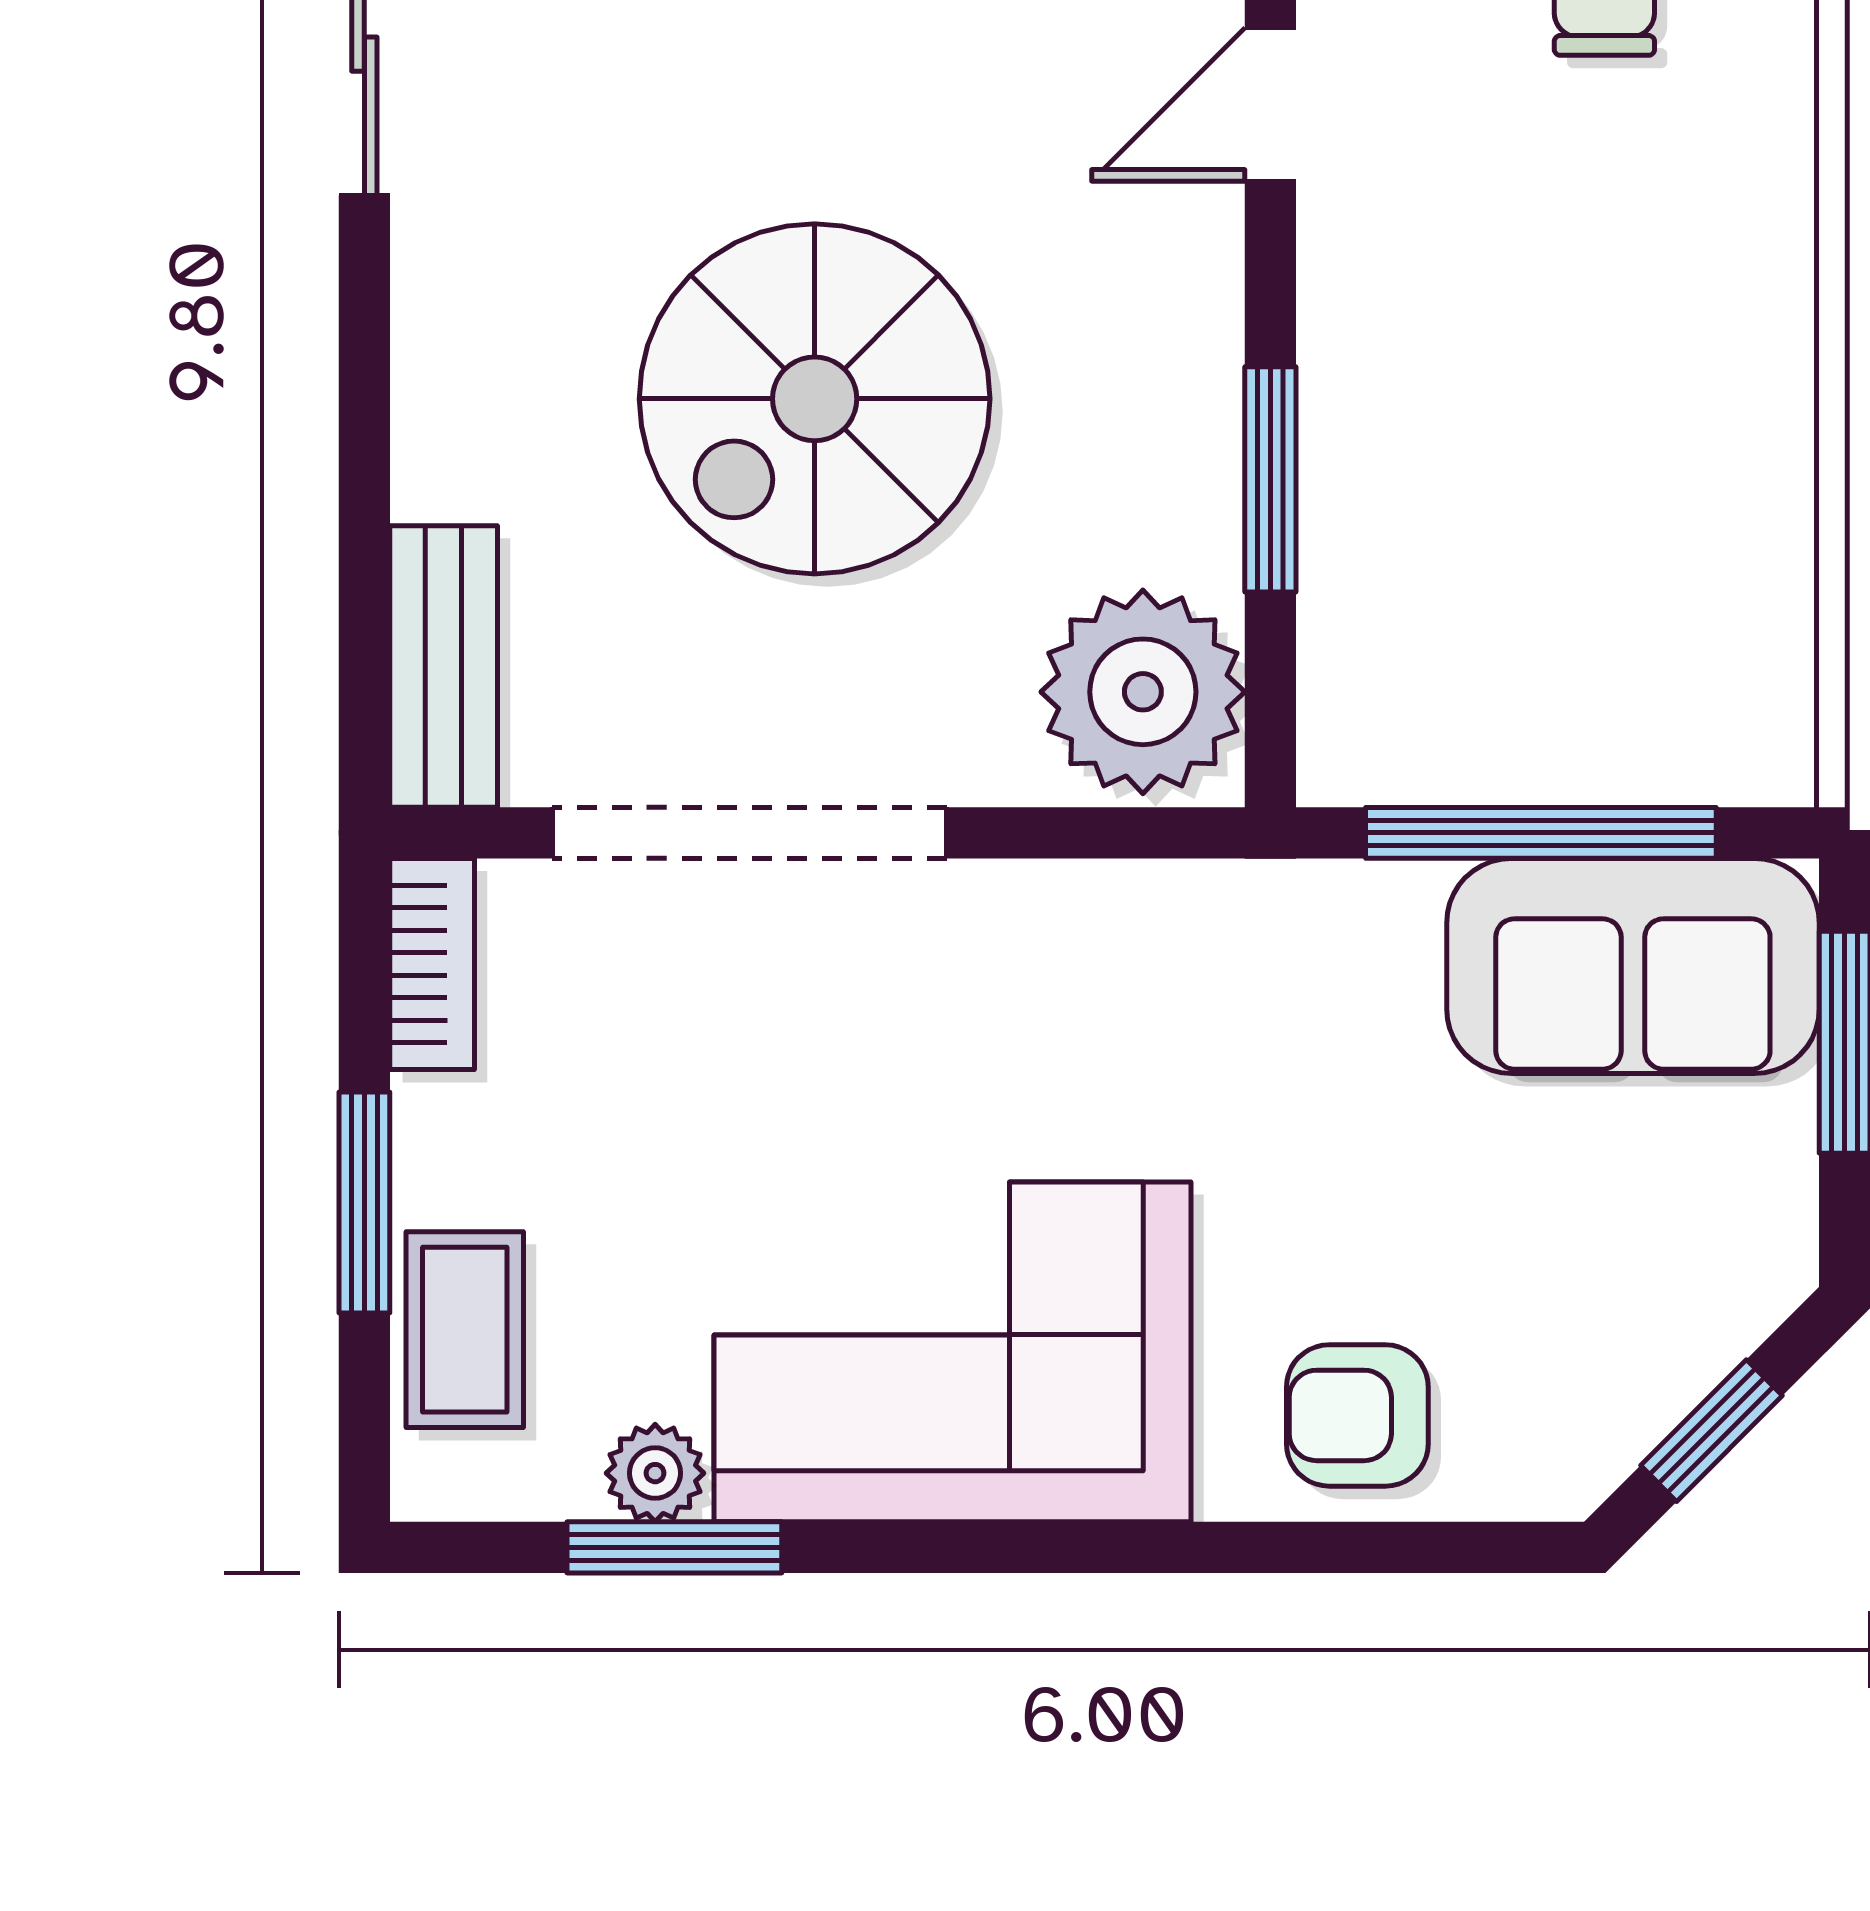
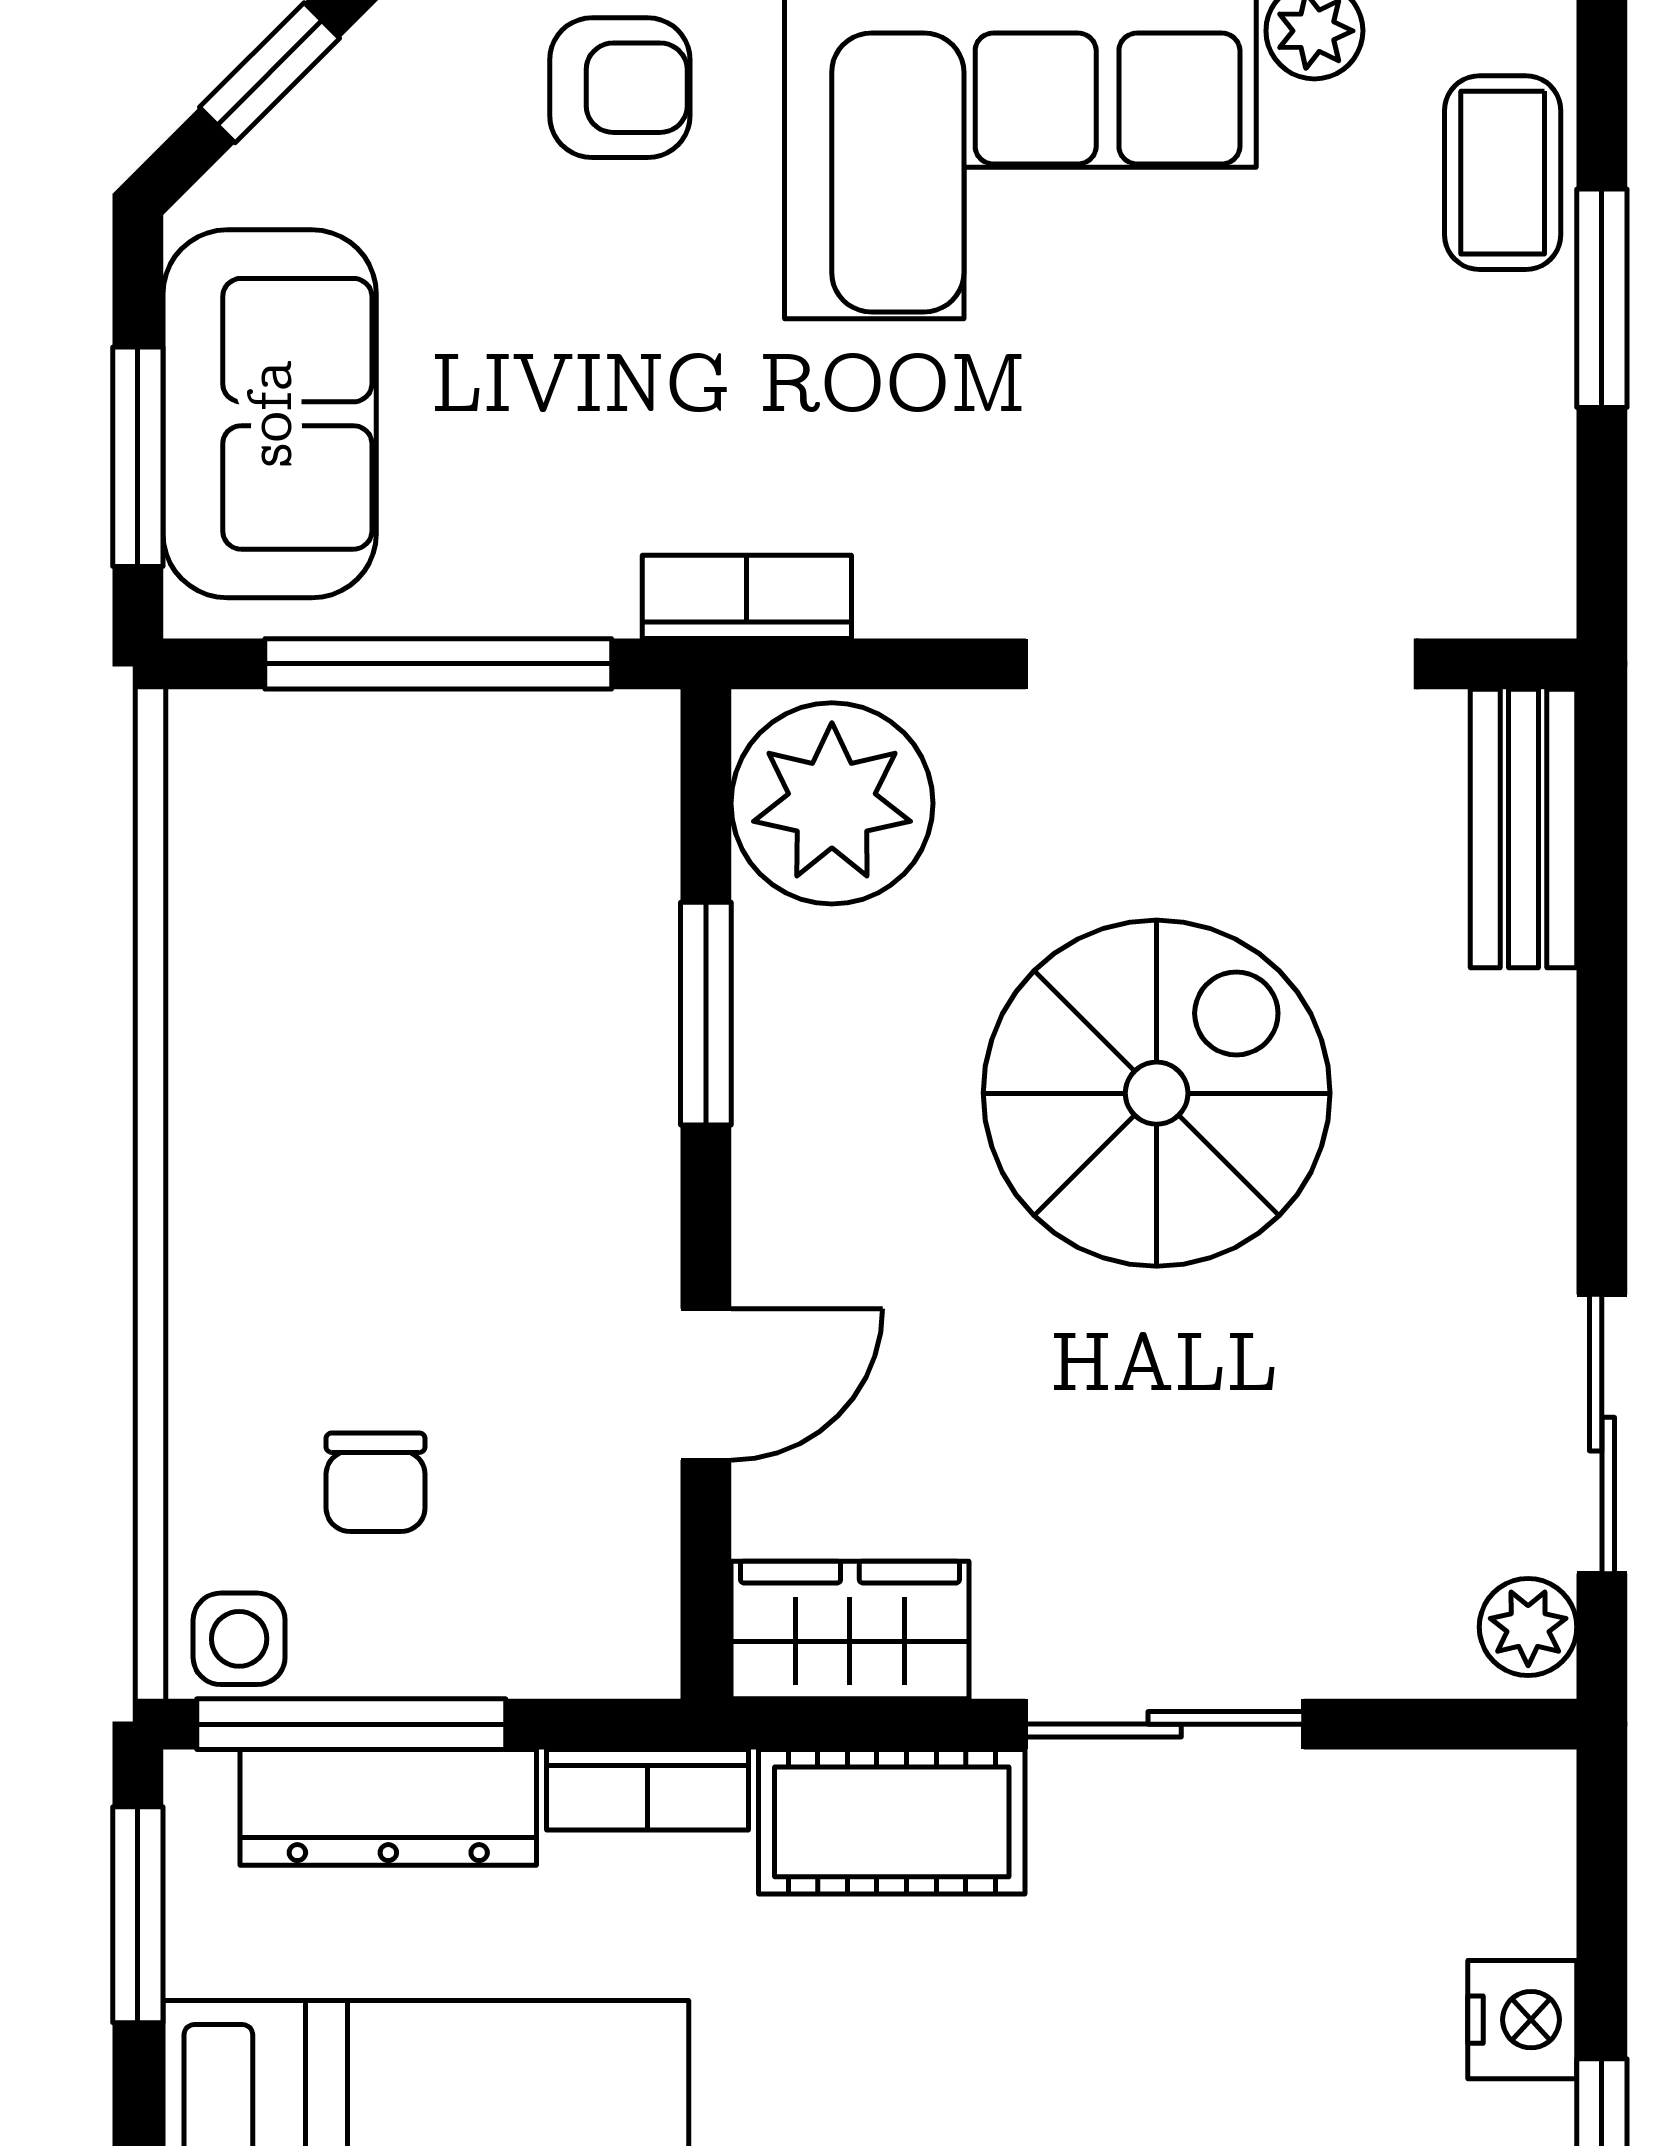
bookcase: (432, 964) -> (747, 597), moved, turned 90
sofa: (1633, 966) -> (270, 414), moved, turned 90

